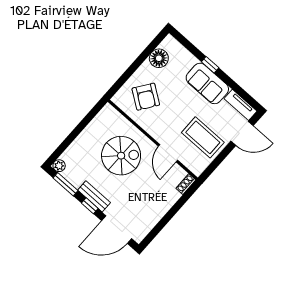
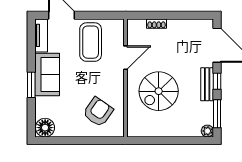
floor lamp: (159, 58) -> (45, 128), moved
window: (210, 65) -> (31, 85), width x1.50
spiral stairs: (121, 156) -> (159, 91), turned -90
shoe rack: (186, 184) -> (157, 24), moved

